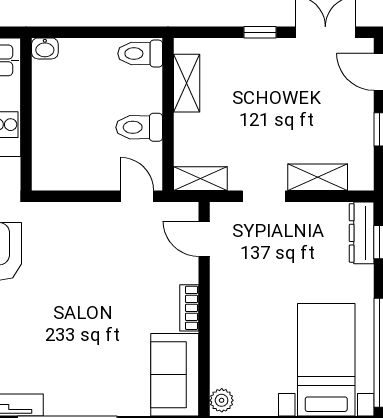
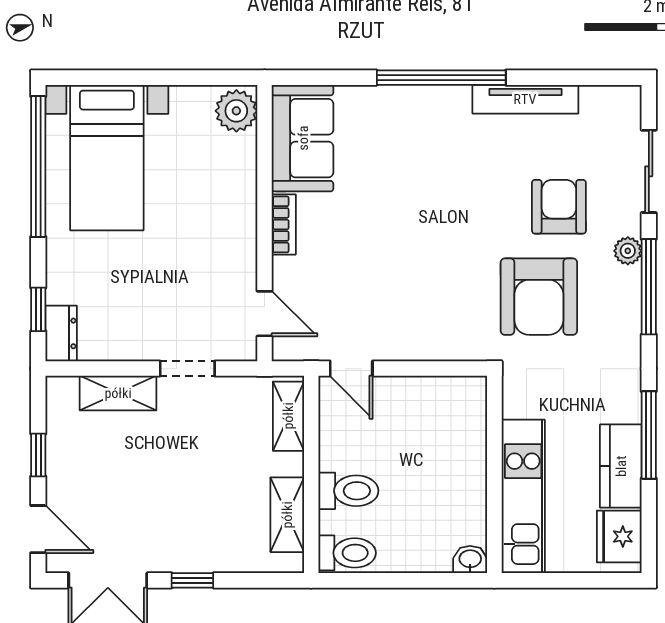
toilet: (139, 127) -> (348, 491), moved
shelving: (200, 179) -> (288, 416), moved, turned 90
dresser: (362, 233) -> (61, 333), width x0.70
plant: (222, 400) -> (236, 111), width x1.38, depth x1.38

